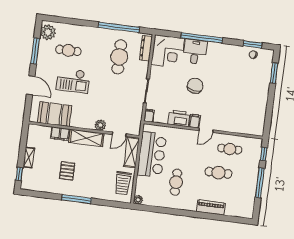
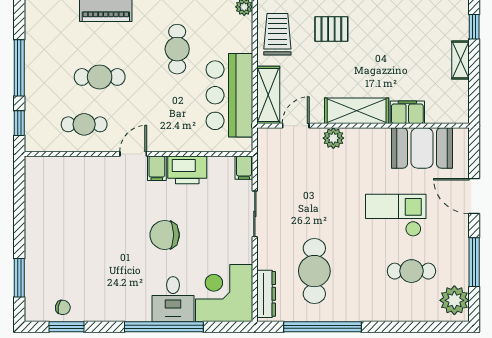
chair: (195, 86) -> (165, 235), turned 80
pallet: (67, 171) -> (331, 29), moved, turned 90

